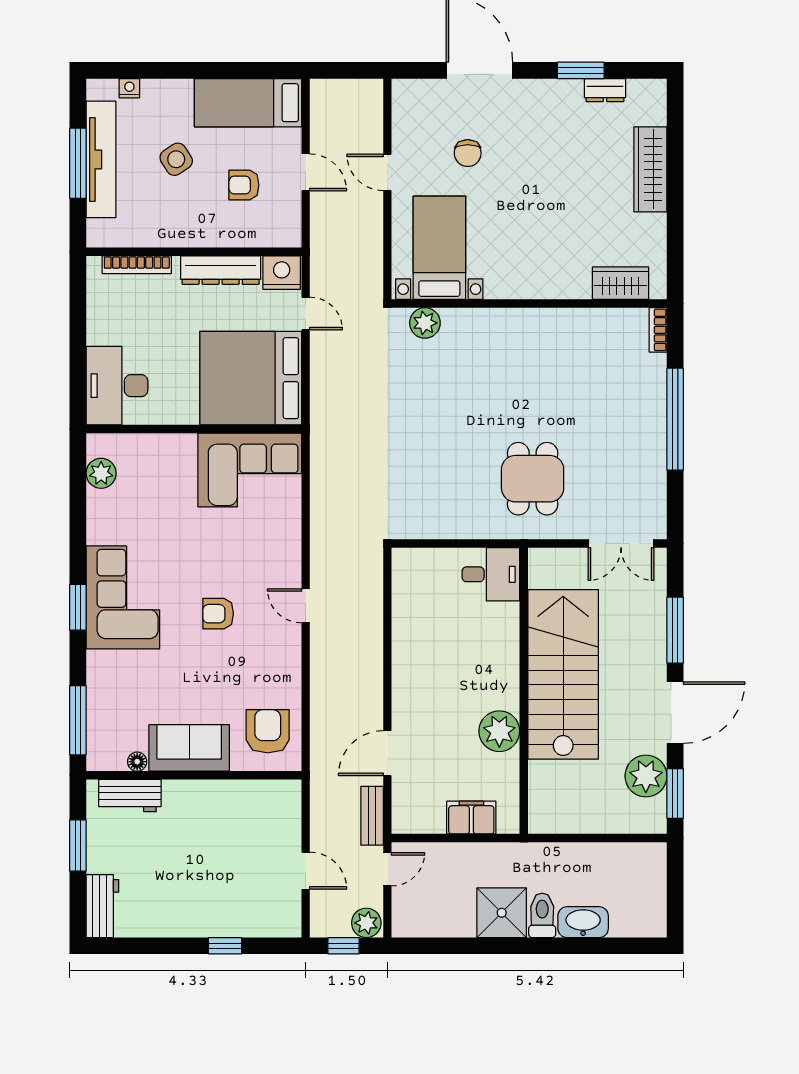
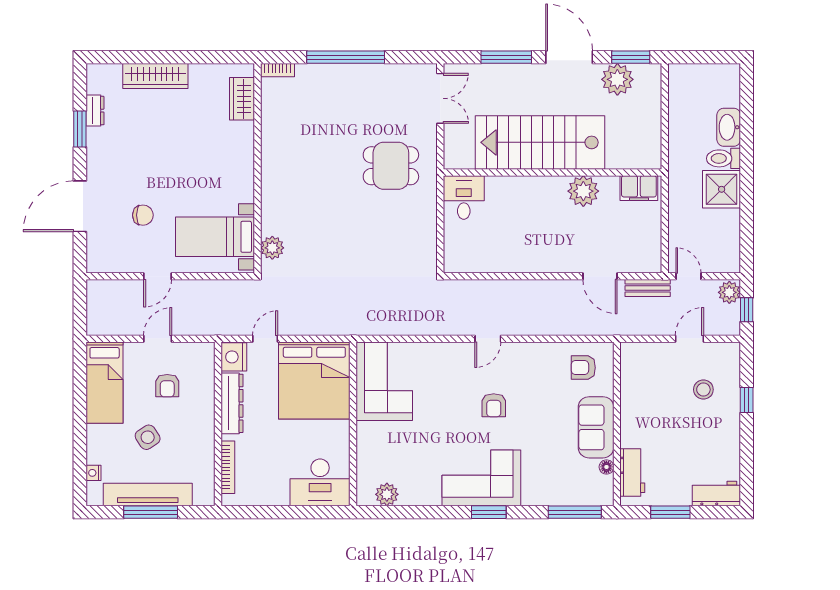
armchair: (268, 731) -> (583, 368), width x0.72, depth x0.72
filing cabinet: (471, 818) -> (639, 188), moved, turned -90
stool: (239, 889) -> (703, 390), added

